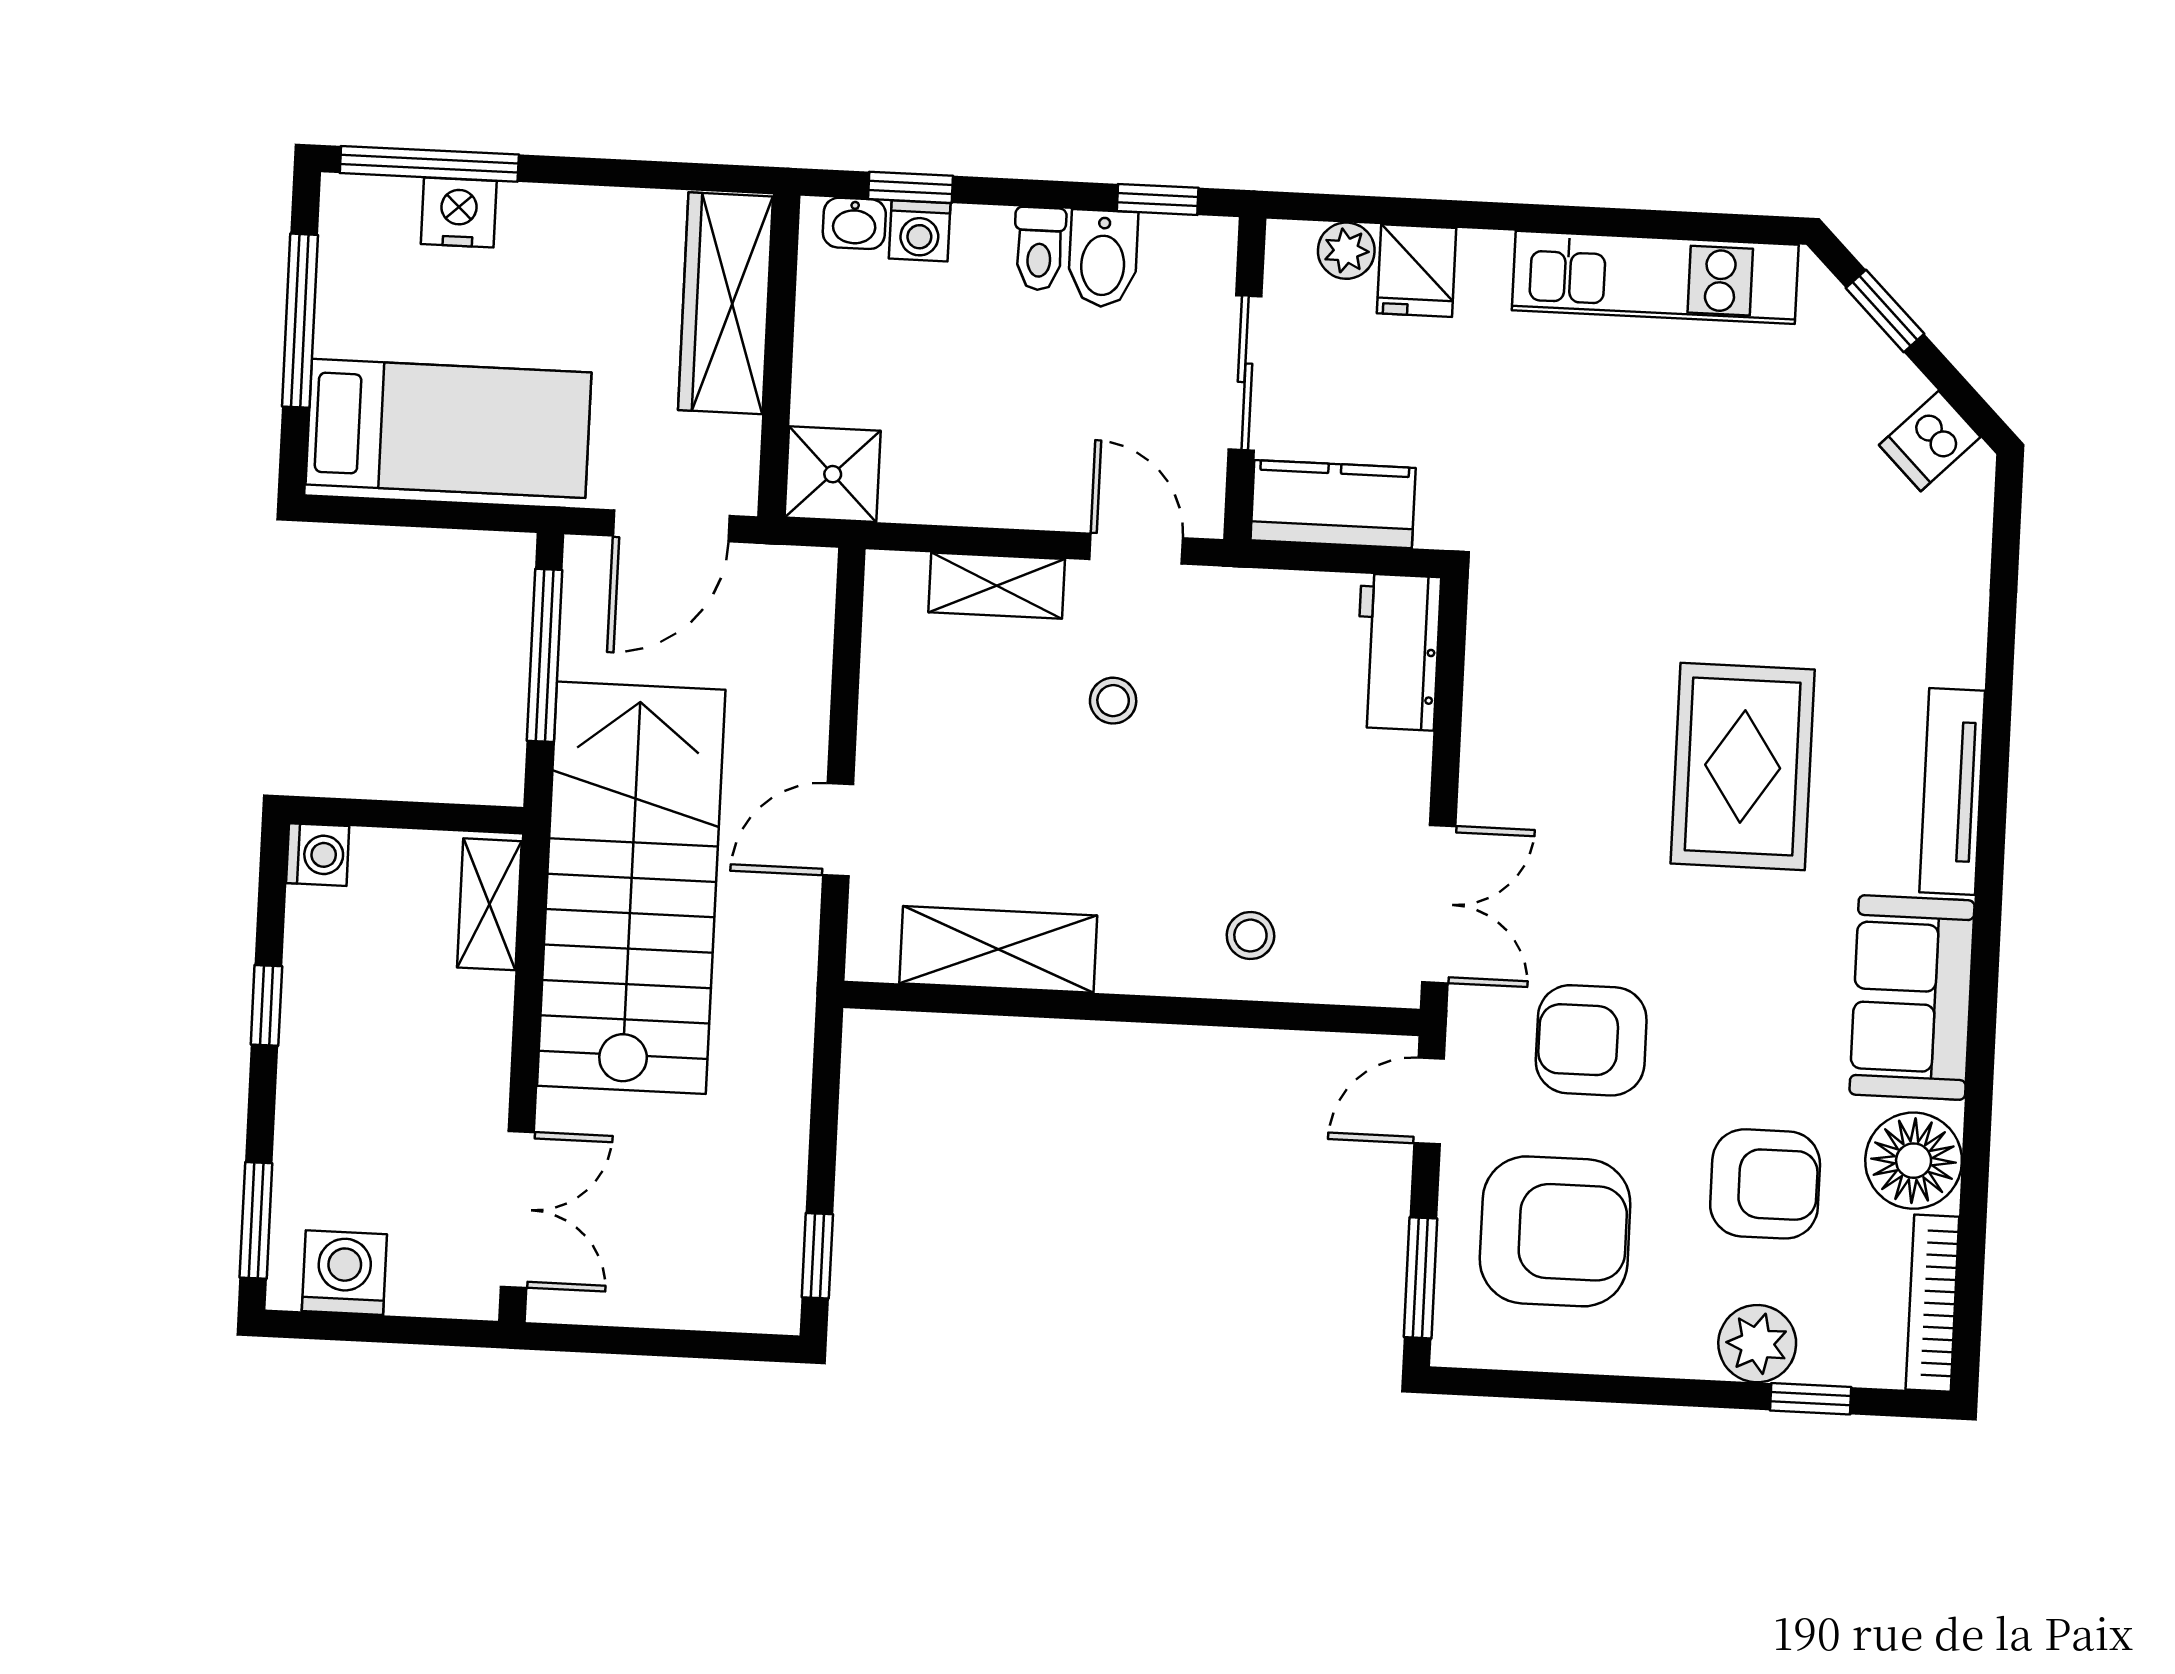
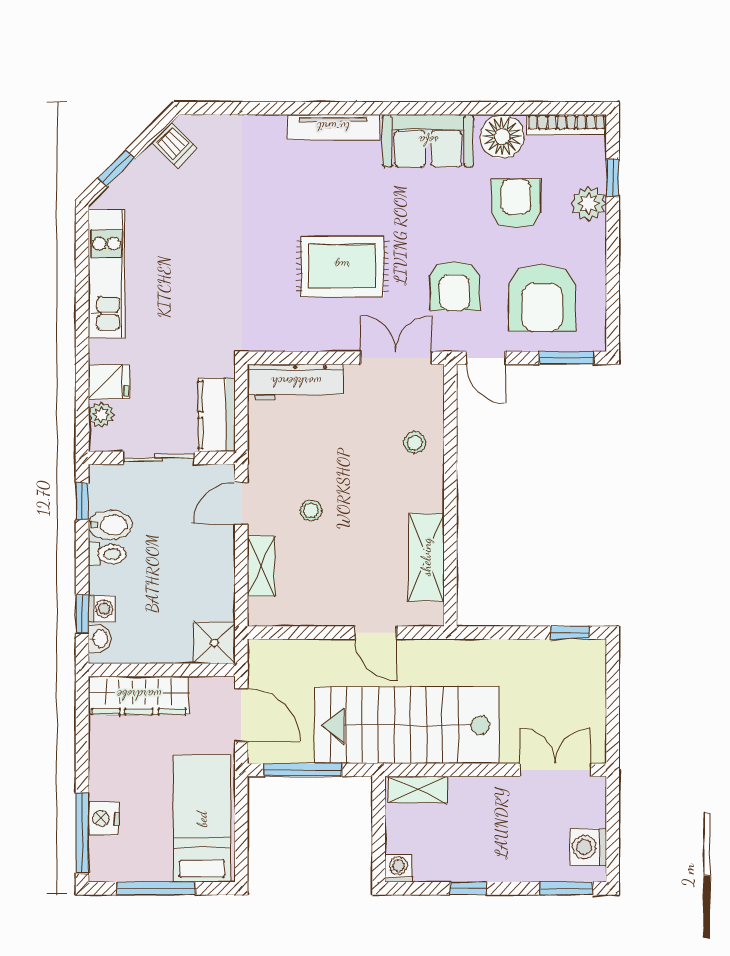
workbench: (1398, 652) -> (296, 382), width x1.38
rug: (1743, 767) -> (342, 266), moved
armchair: (1555, 1231) -> (542, 298), turned 180

